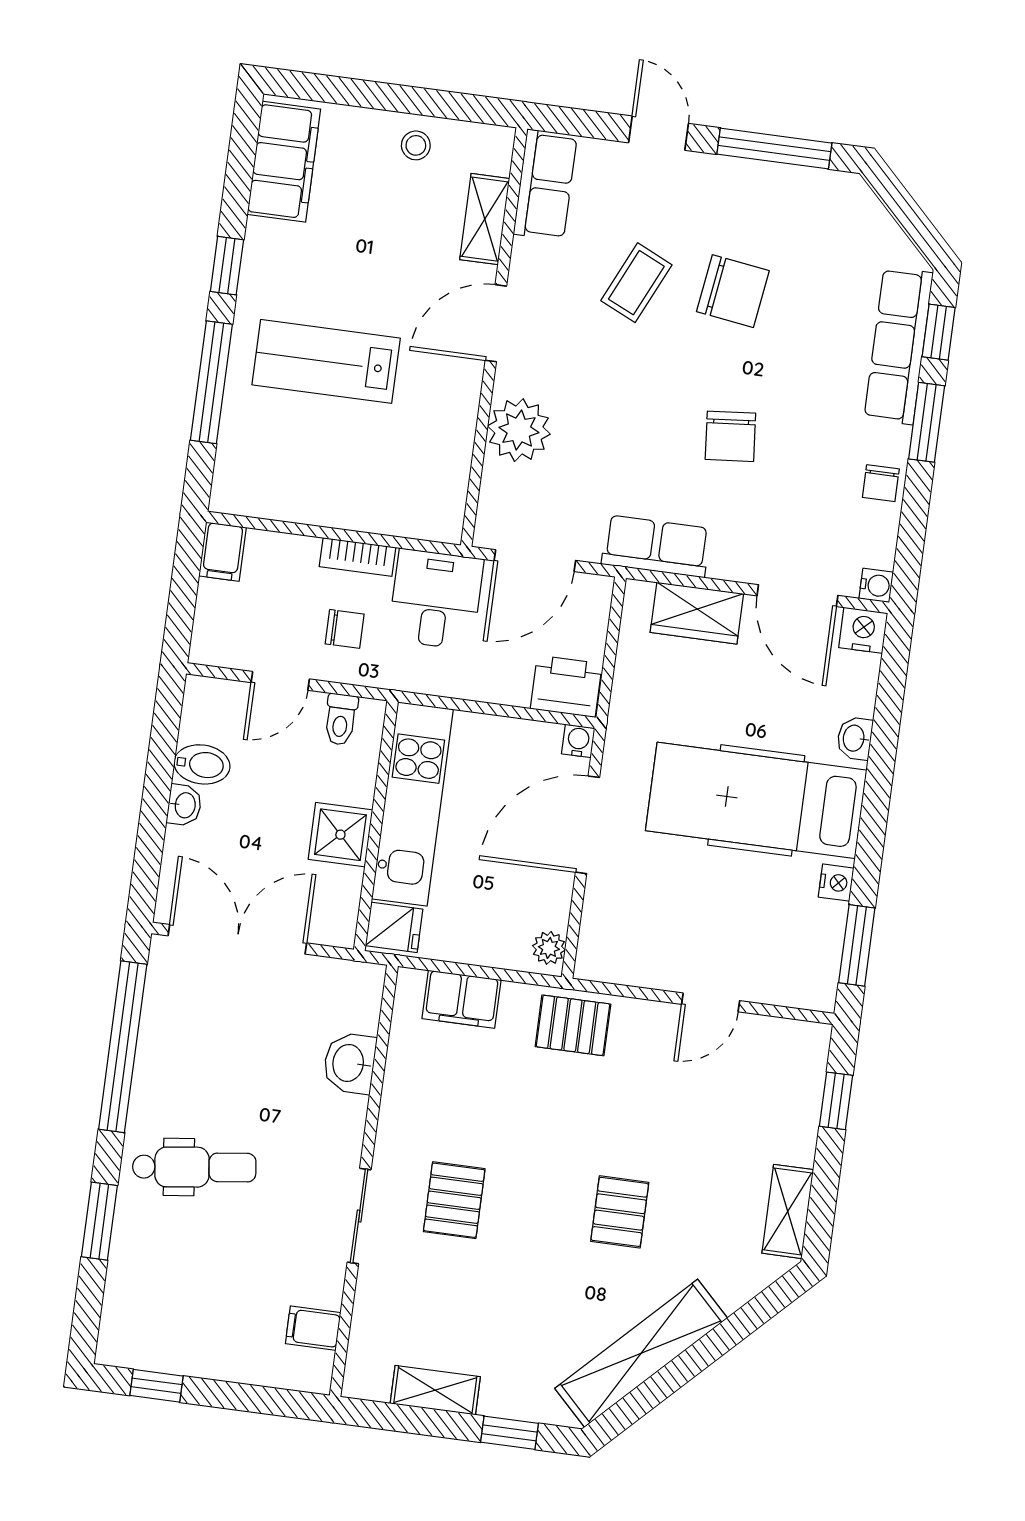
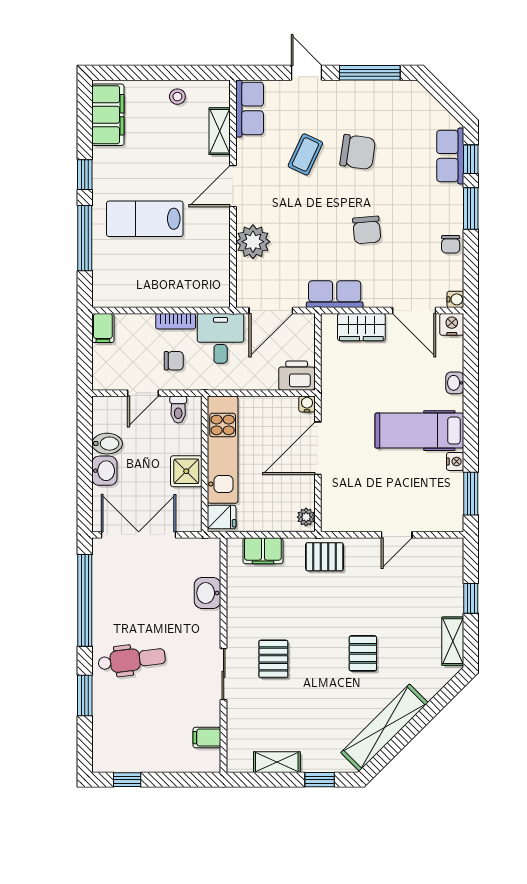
row of seats: (899, 346) -> (450, 156), width x0.68
hospital bed: (756, 800) -> (419, 431), width x0.73, depth x0.78
washbasin: (184, 805) -> (104, 471), width x1.38, depth x1.45
window: (836, 1101) -> (471, 598), moved

